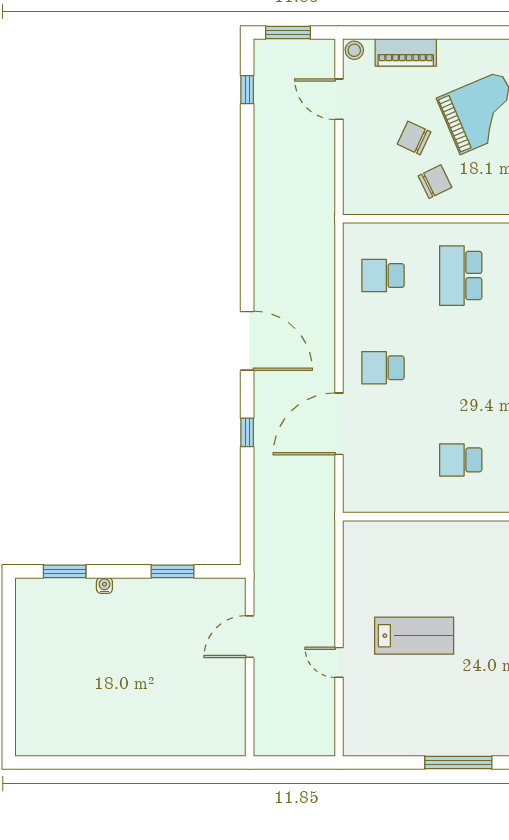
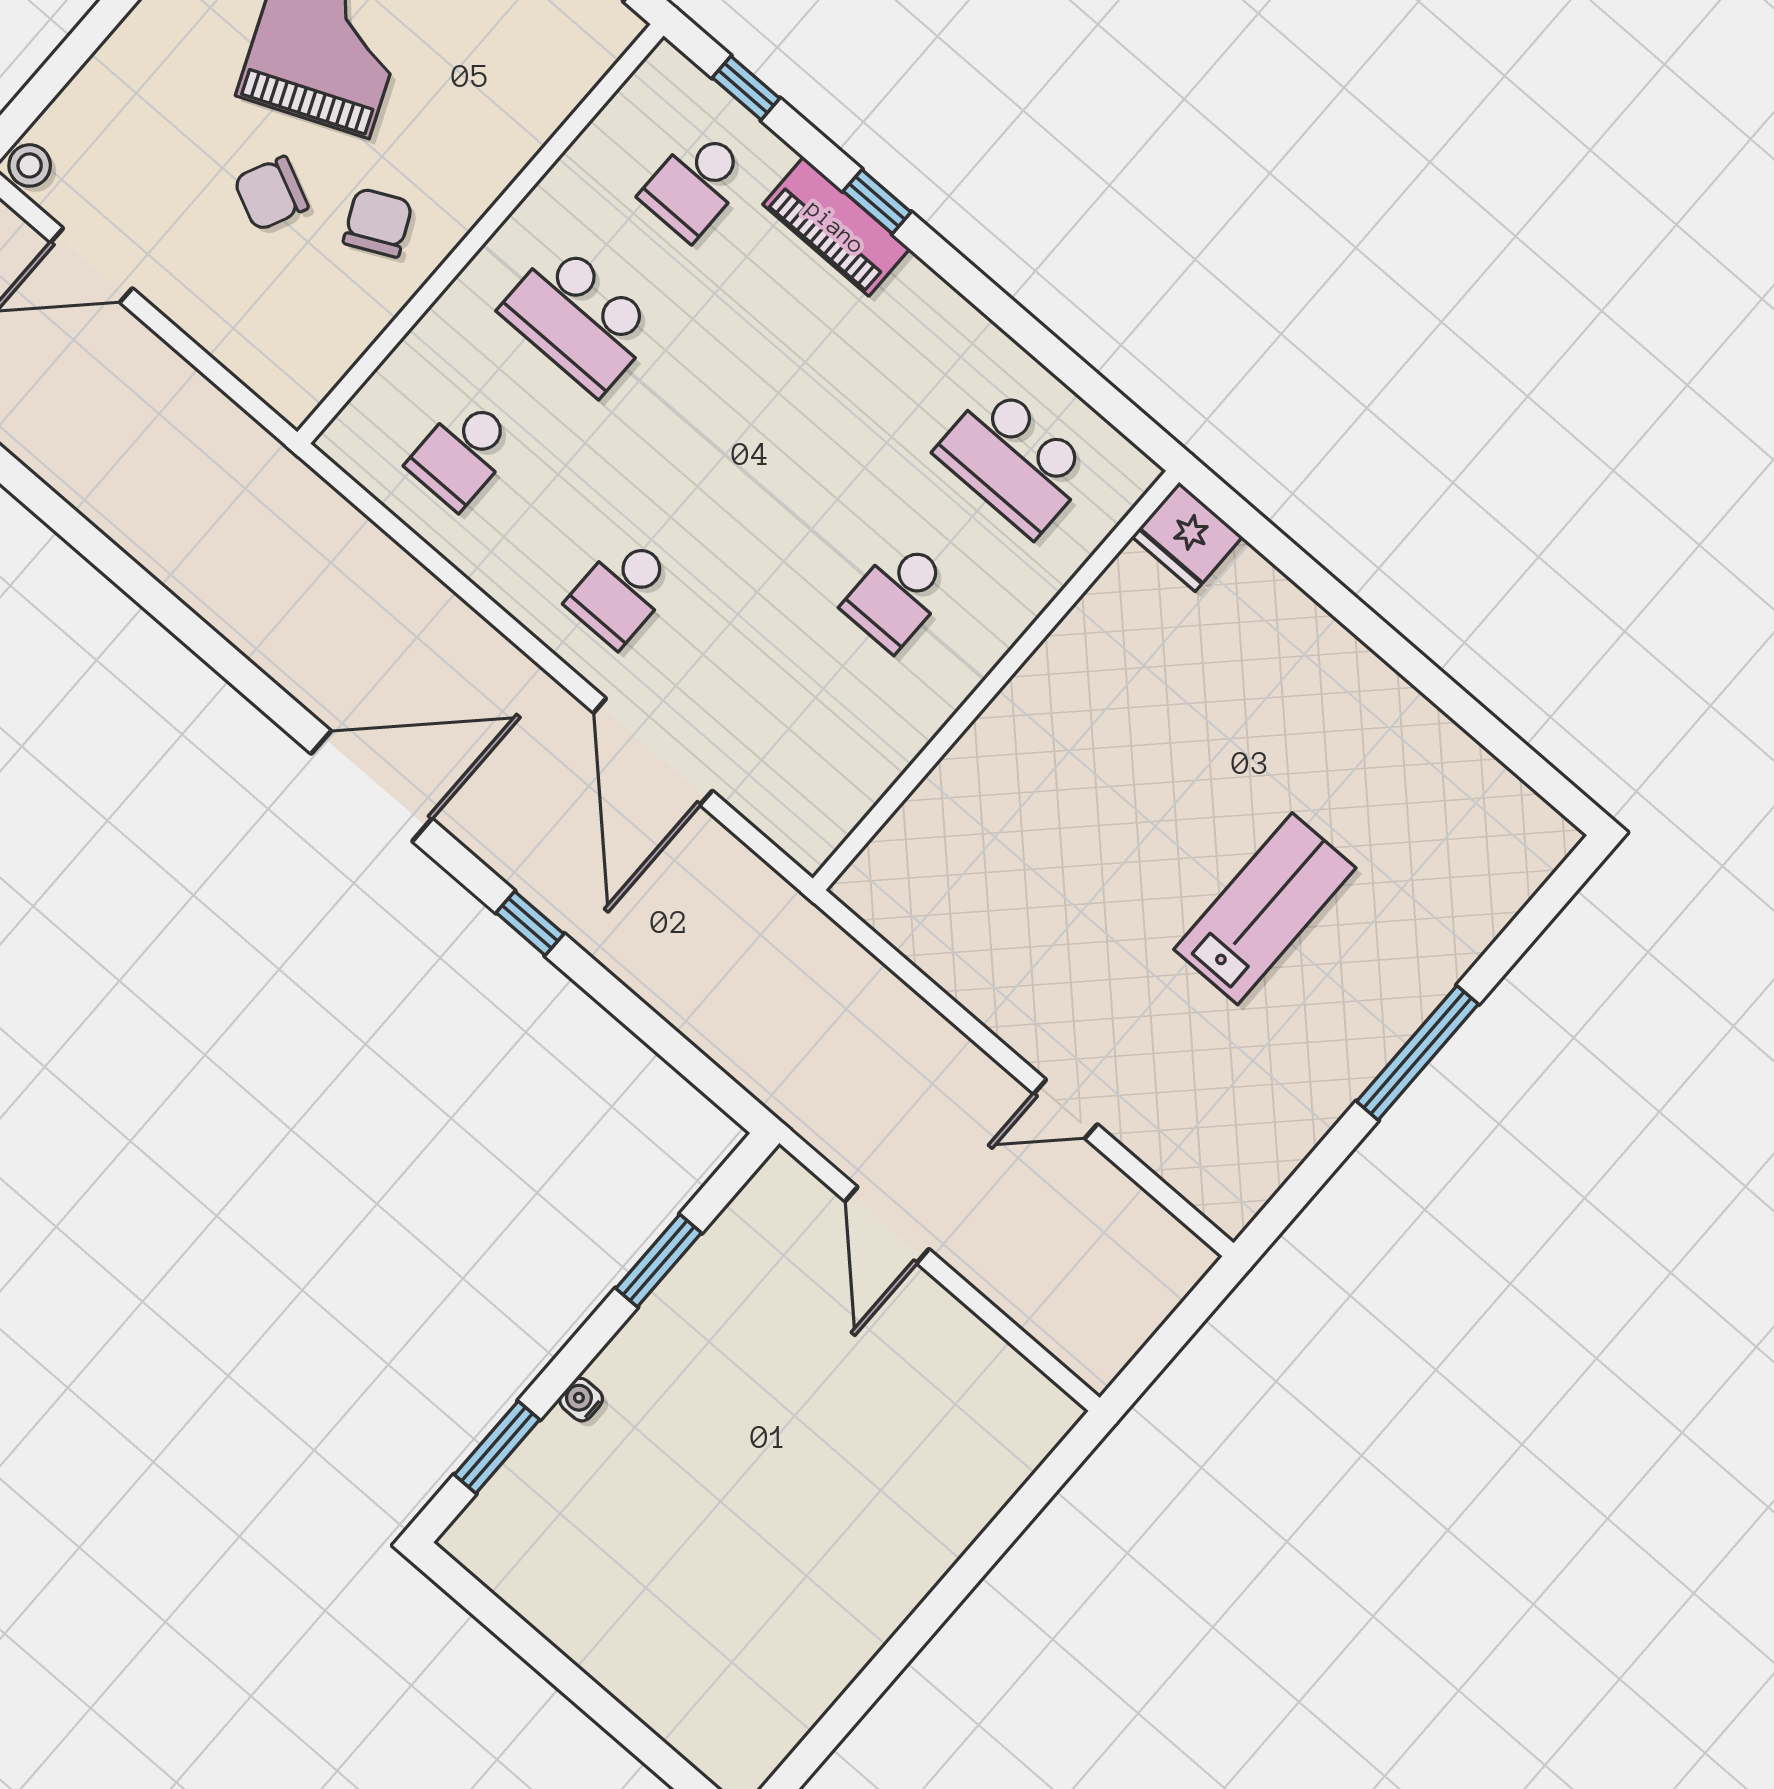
piano: (406, 52) -> (110, 80), removed
lab bench: (414, 636) -> (1265, 909), moved

